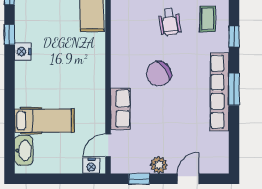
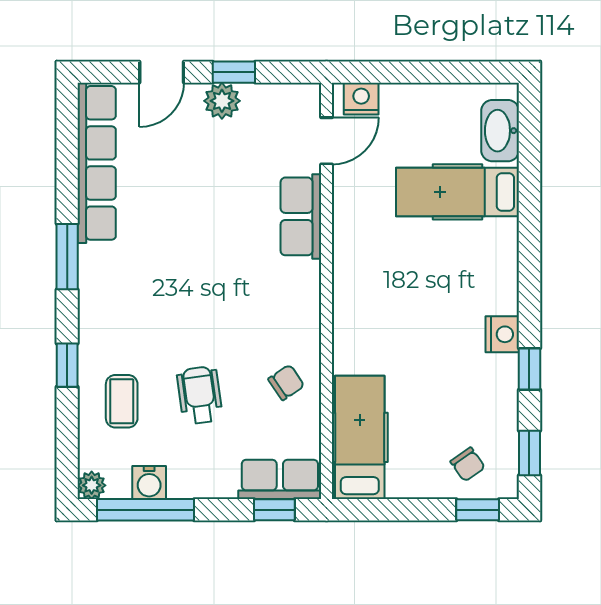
chair: (159, 74) -> (286, 382), moved, width x0.54, depth x0.54
row of seats: (220, 92) -> (97, 163), moved
window: (139, 179) -> (234, 72), moved

